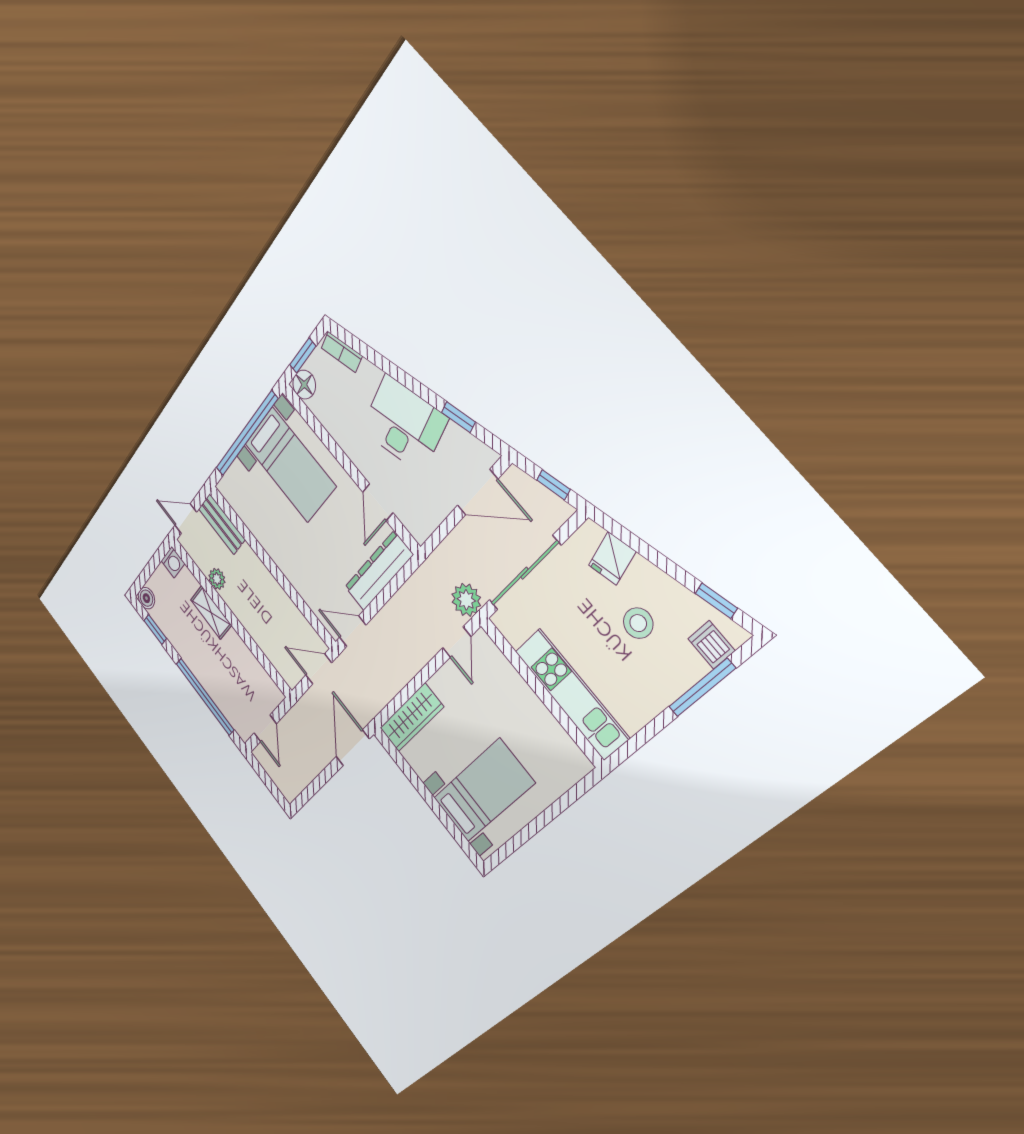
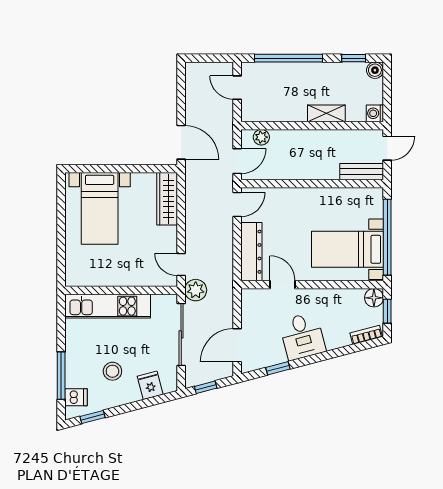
desk: (404, 424) -> (302, 336), width x0.73
plant: (217, 579) -> (261, 137), moved

